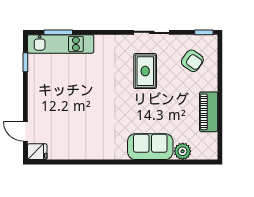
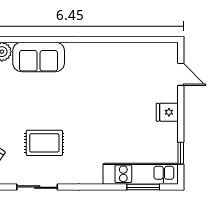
rug: (145, 71) -> (44, 143), turned 90
fridge: (37, 152) -> (167, 112), moved

